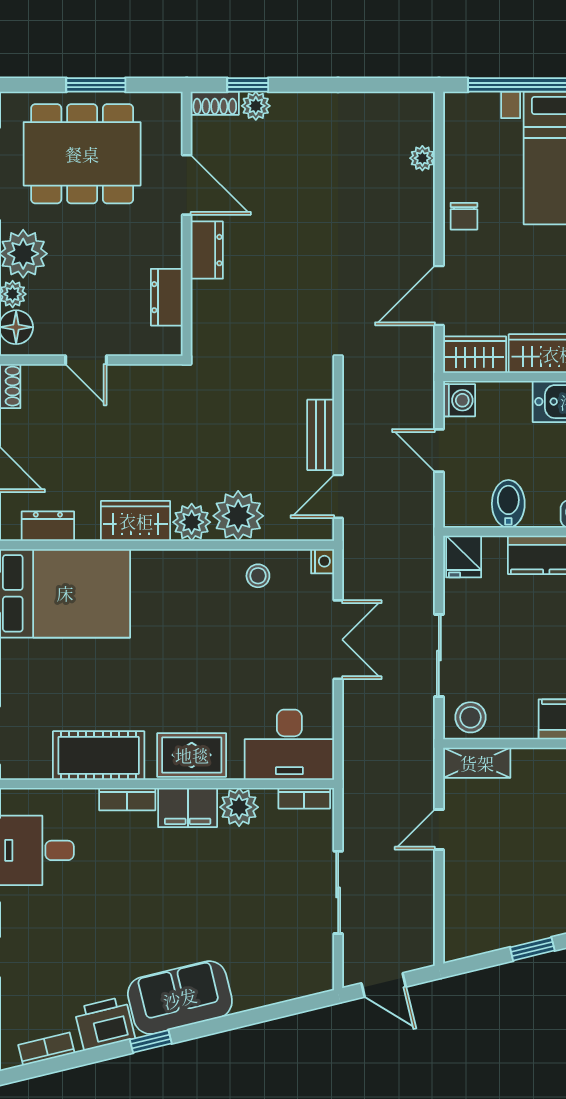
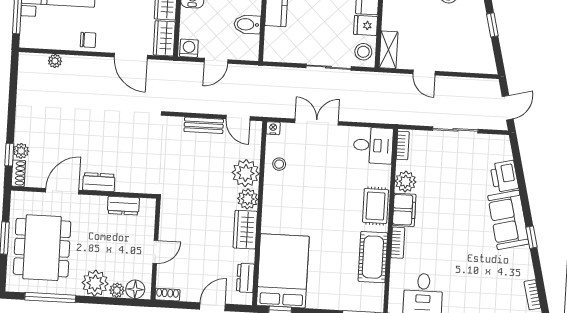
fridge: (464, 557) -> (365, 25), moved, turned 180
desk: (289, 745) -> (373, 145), width x0.73
printer: (105, 1023) -> (504, 176), moved

